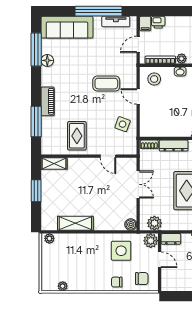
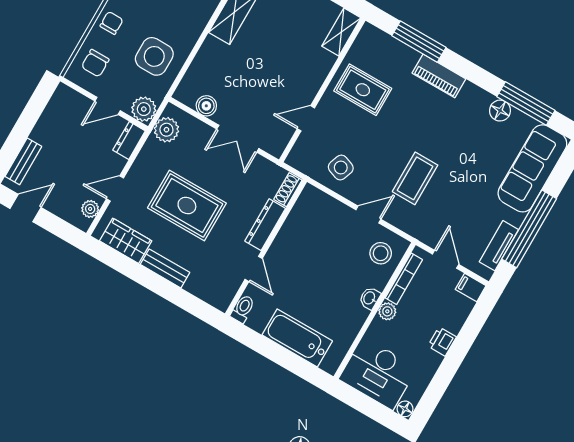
printer: (158, 22) -> (442, 342), moved
boiler: (131, 225) -> (206, 106), moved

